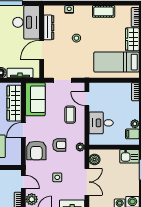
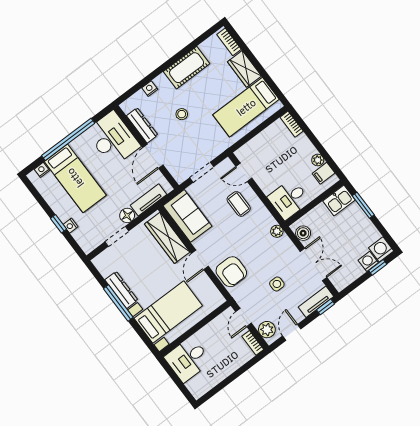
cot: (104, 11) -> (187, 68), width x1.37, depth x1.34
desk: (101, 123) -> (289, 199), moved
armchair: (59, 145) -> (252, 246), removed
door: (23, 182) -> (243, 317), swing flipped

